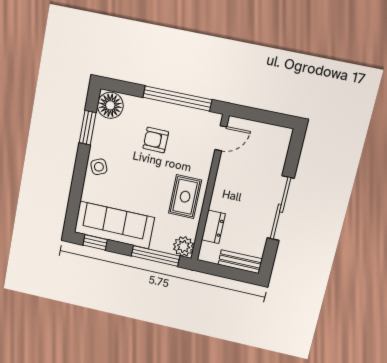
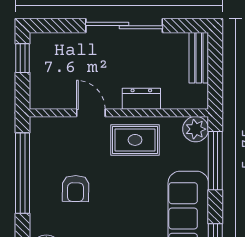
window: (273, 118) -> (22, 58), added
door: (221, 138) -> (91, 113), moved
dresser: (213, 227) -> (141, 99), moved

